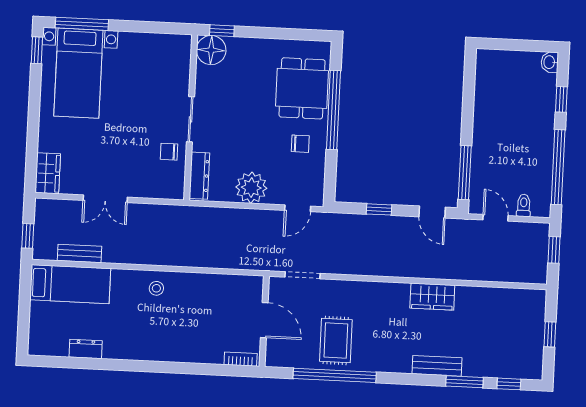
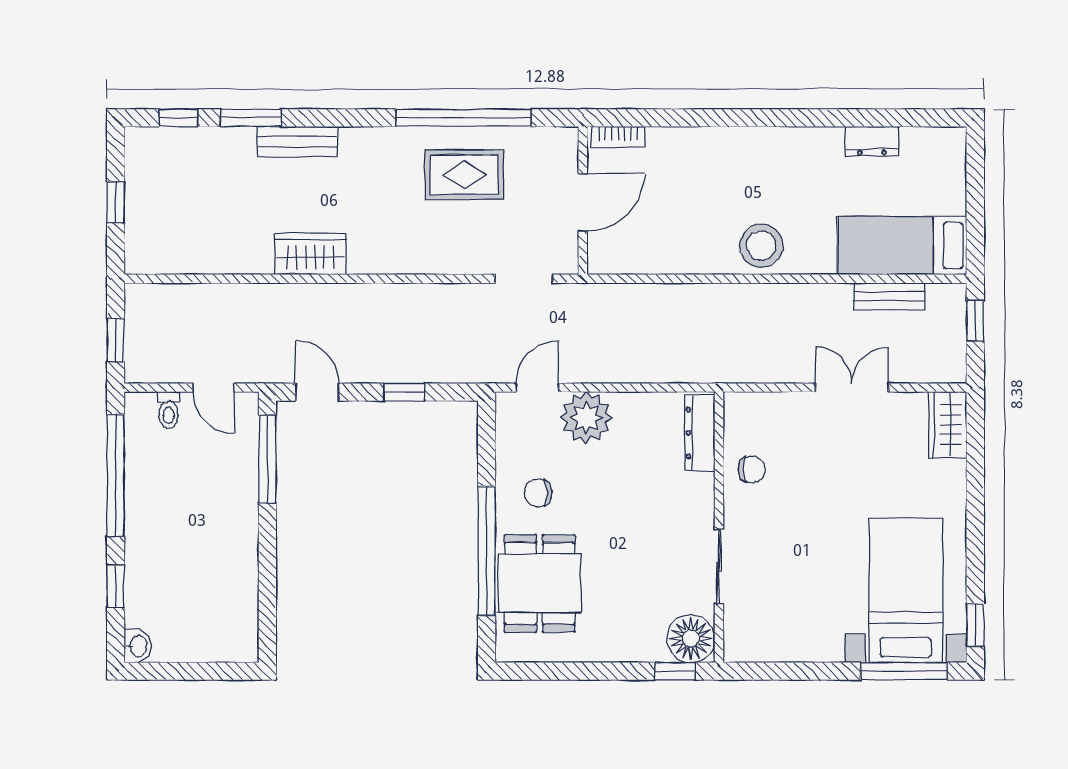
sliding door: (191, 119) -> (719, 567), moved
plant: (251, 188) -> (586, 418), moved
stool: (156, 288) -> (761, 246), width x1.89, depth x1.89
door: (264, 320) -> (583, 202), swing flipped
rug: (336, 341) -> (464, 175), turned 90

